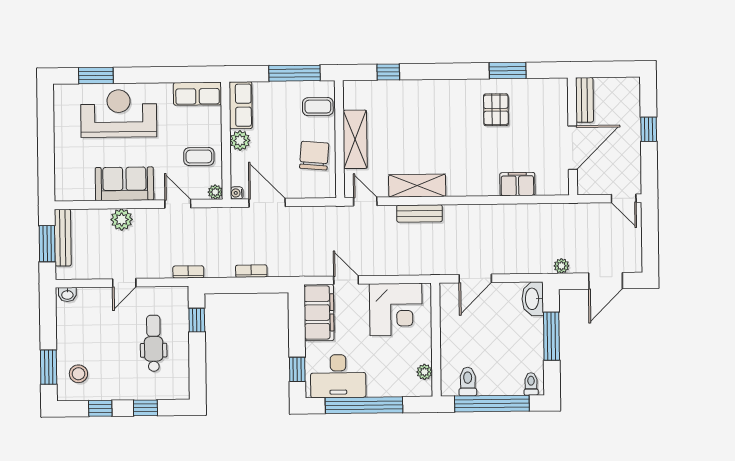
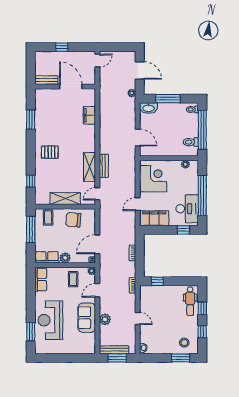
pallet: (496, 110) -> (50, 152), moved
dental chair: (154, 343) -> (190, 301), moved, turned -90

